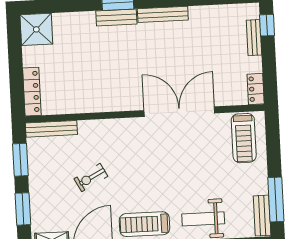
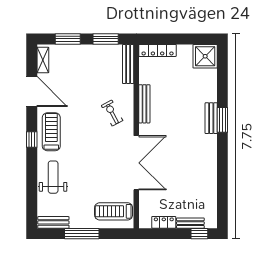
bench: (163, 14) -> (144, 104), moved
locker: (256, 89) -> (164, 222), moved
exercise bike: (91, 178) -> (112, 113), moved
window: (276, 200) -> (82, 234), moved

